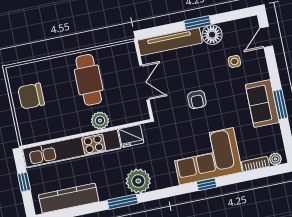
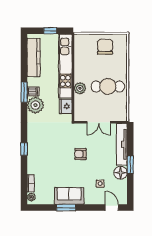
corner sofa: (206, 156) -> (42, 153), removed
dishwasher: (119, 189) -> (33, 91), added

